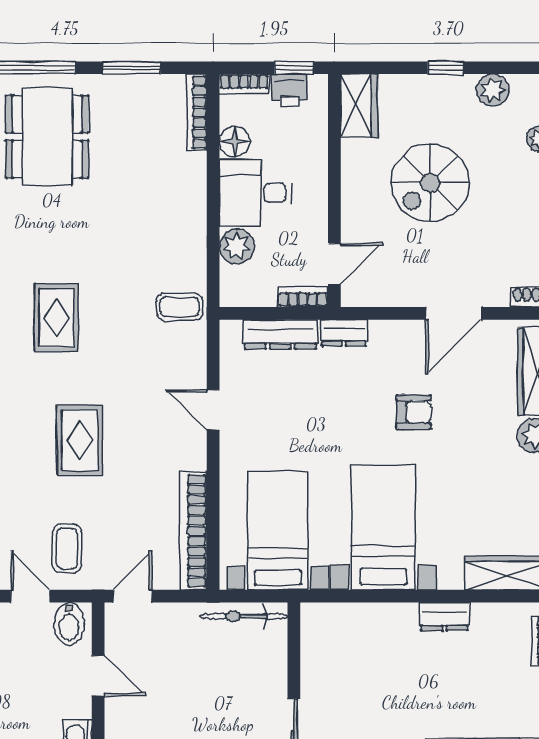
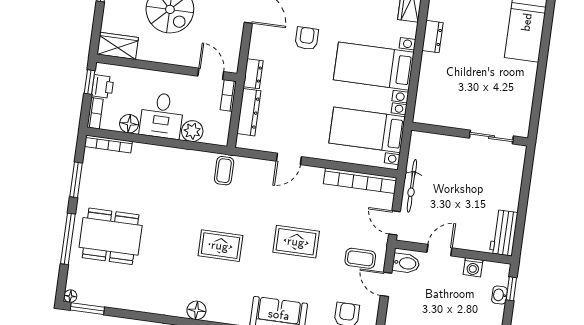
door: (30, 596) -> (386, 284), hinge flipped
bicycle: (244, 616) -> (412, 186), moved

